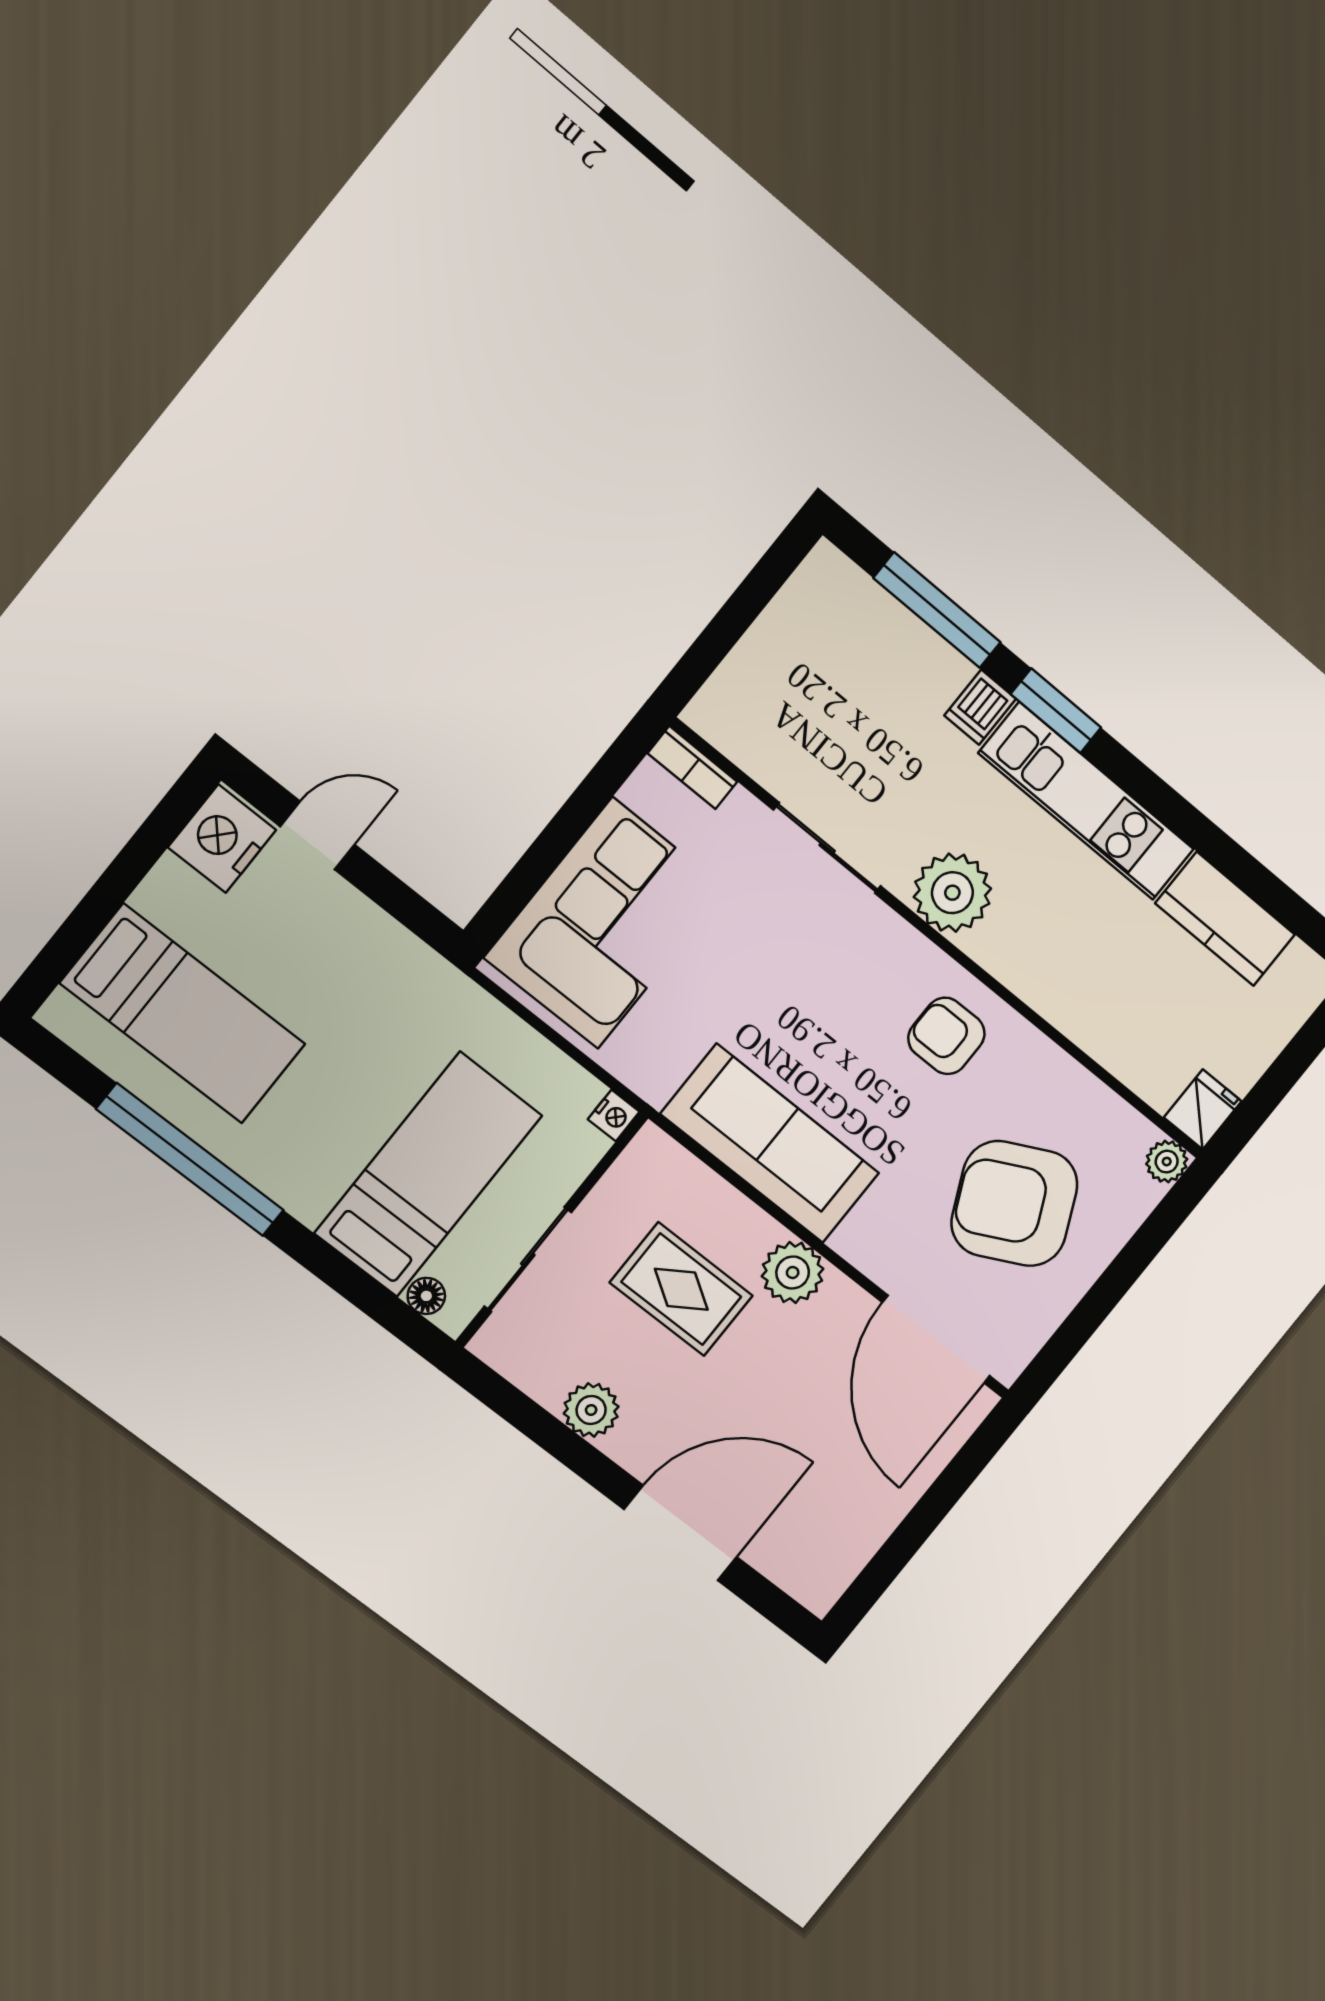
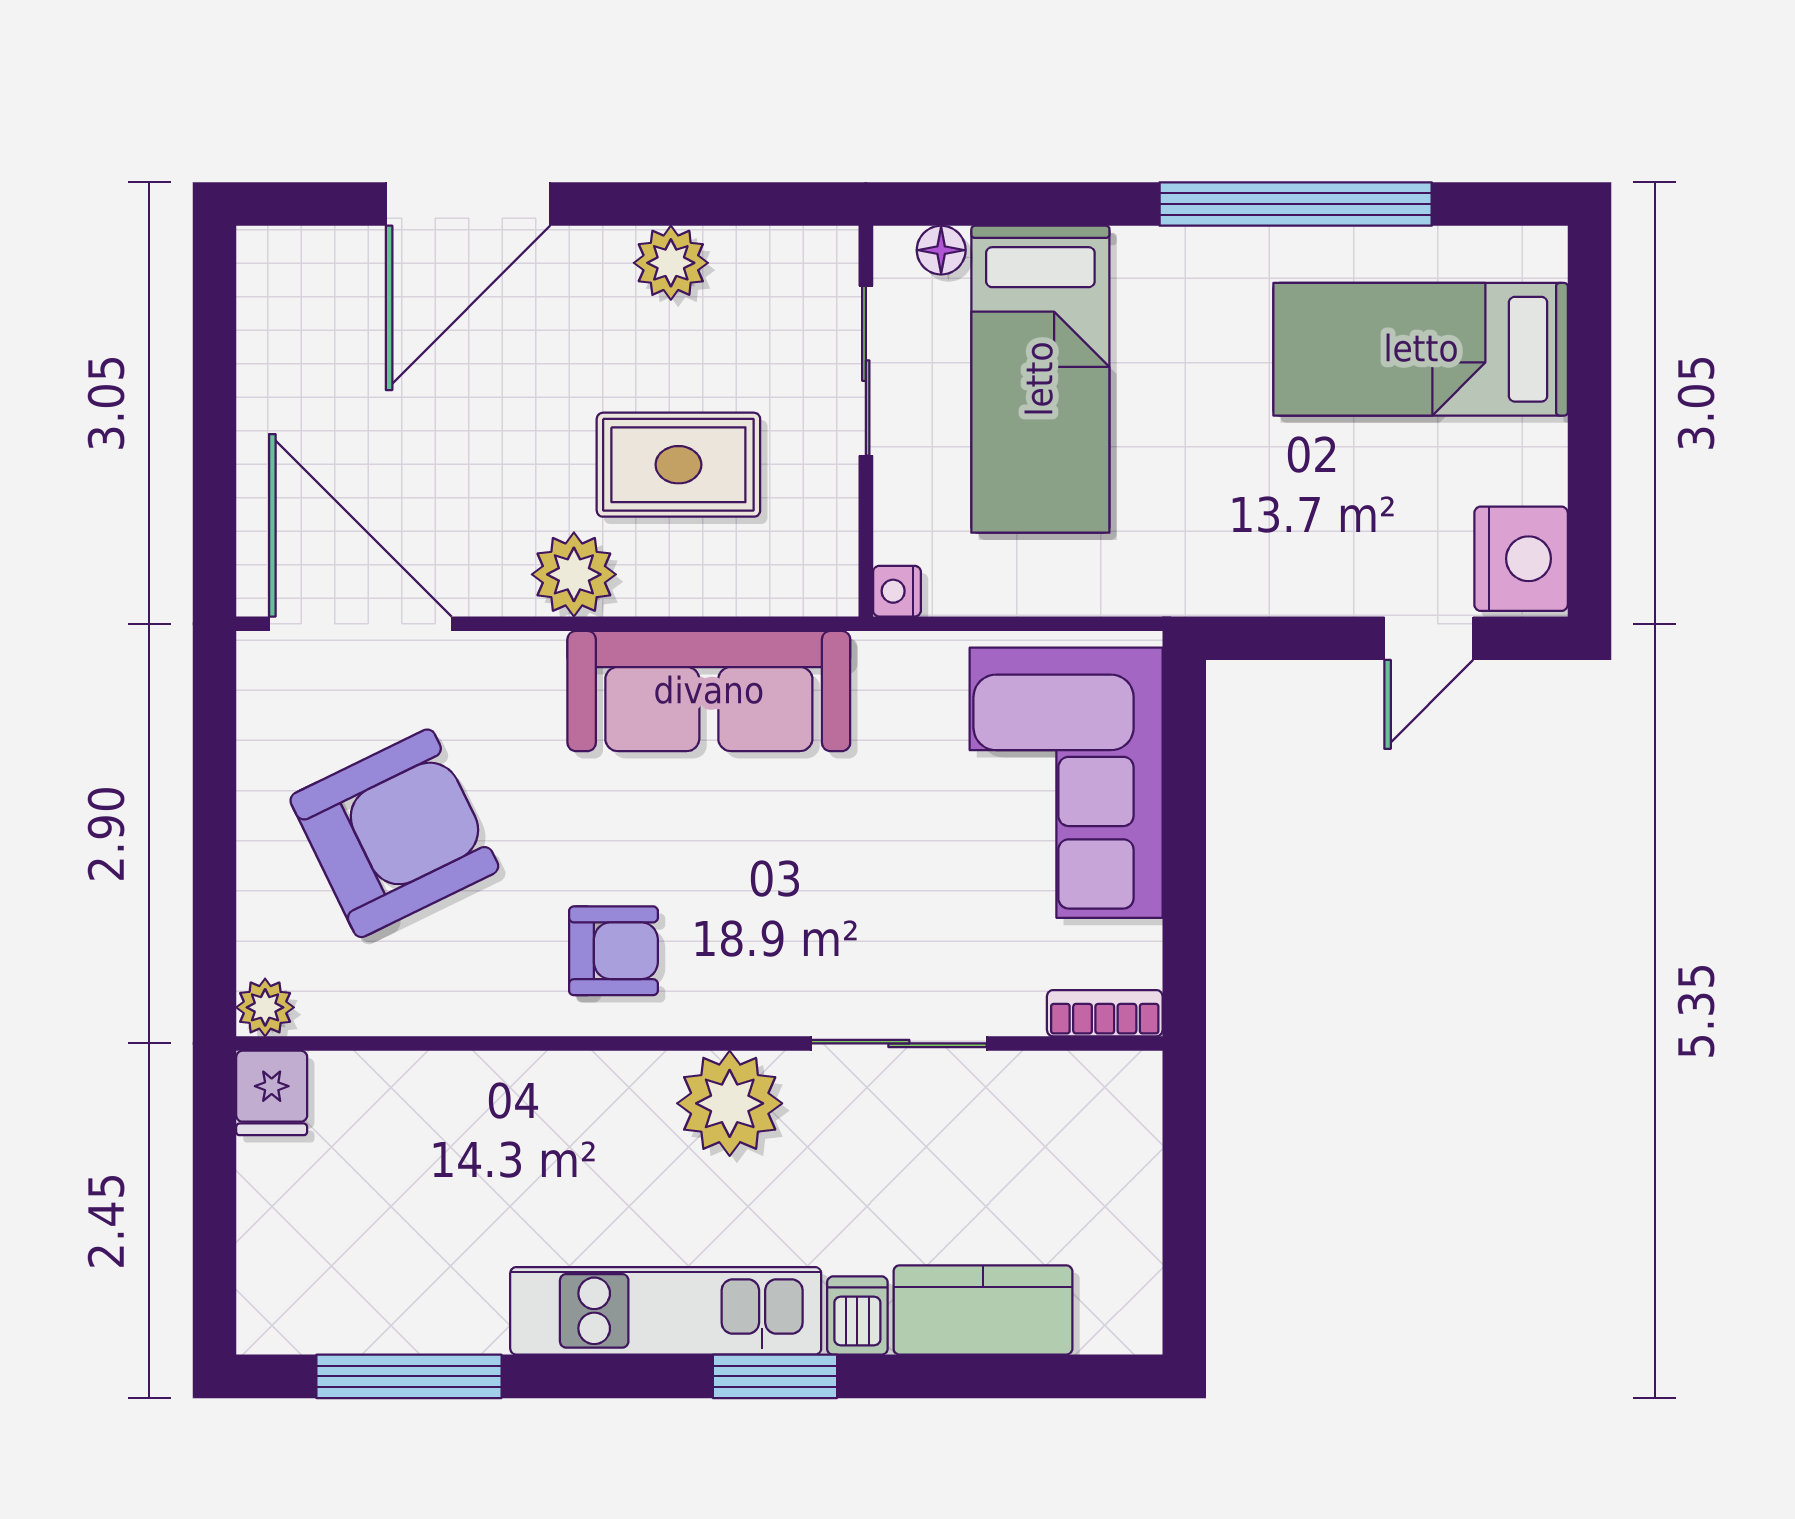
window: (937, 610) -> (409, 1376), moved
kitchen counter: (1225, 919) -> (983, 1310), moved

